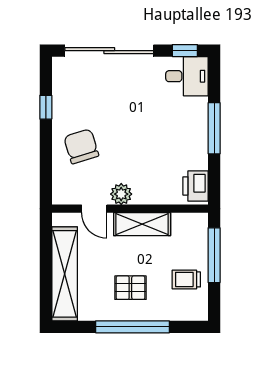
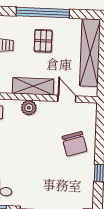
plant: (121, 194) -> (29, 108), moved
pallet: (130, 288) -> (43, 41), turned 90

